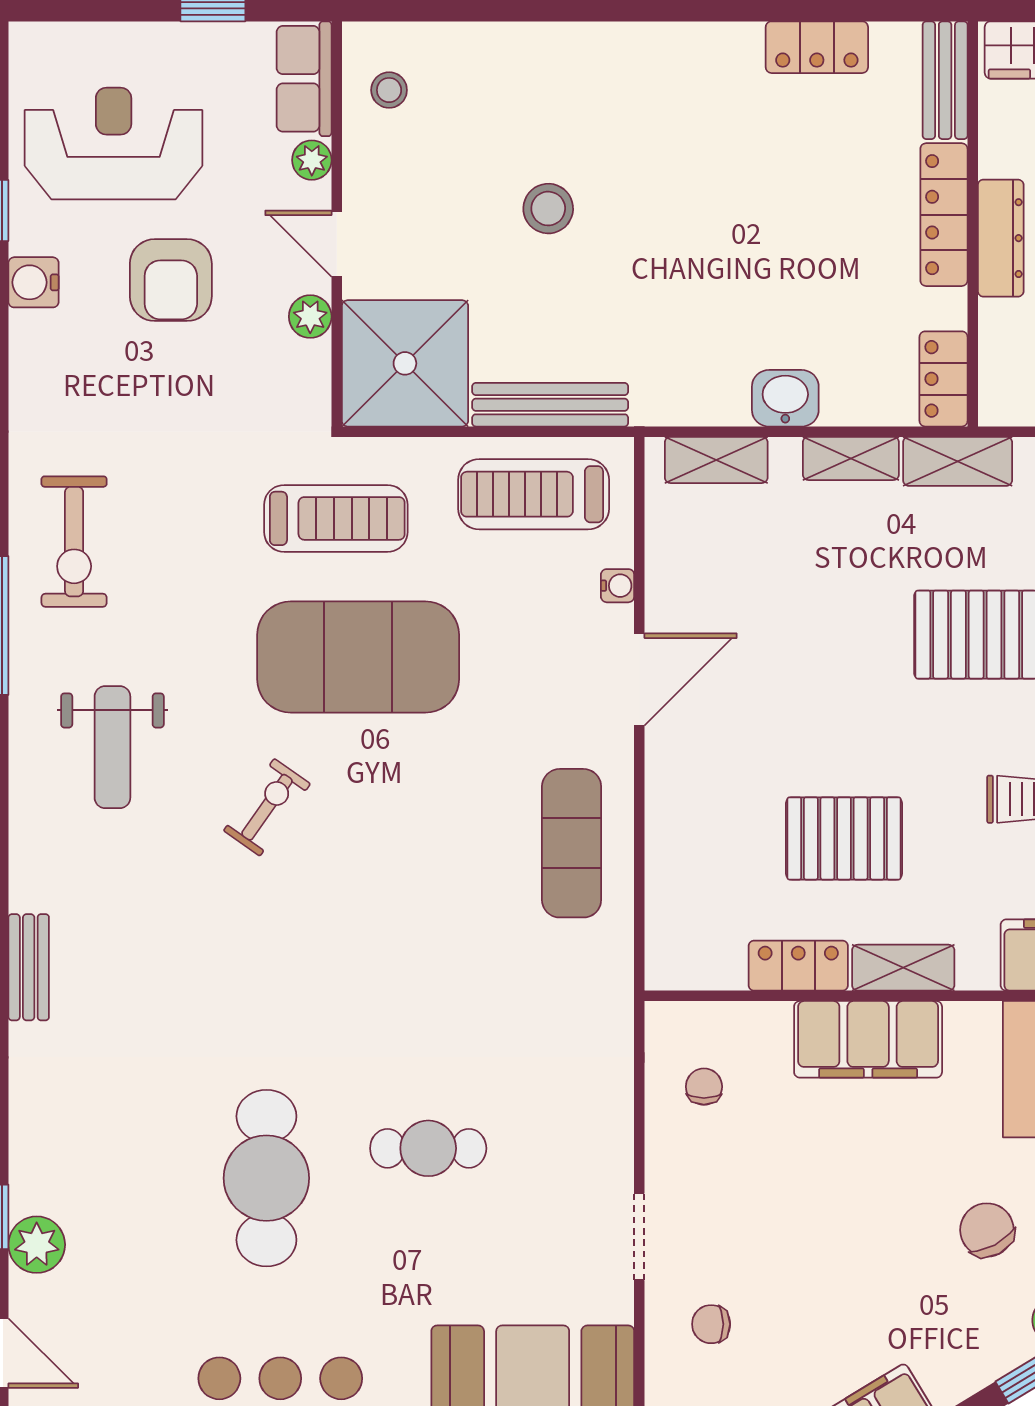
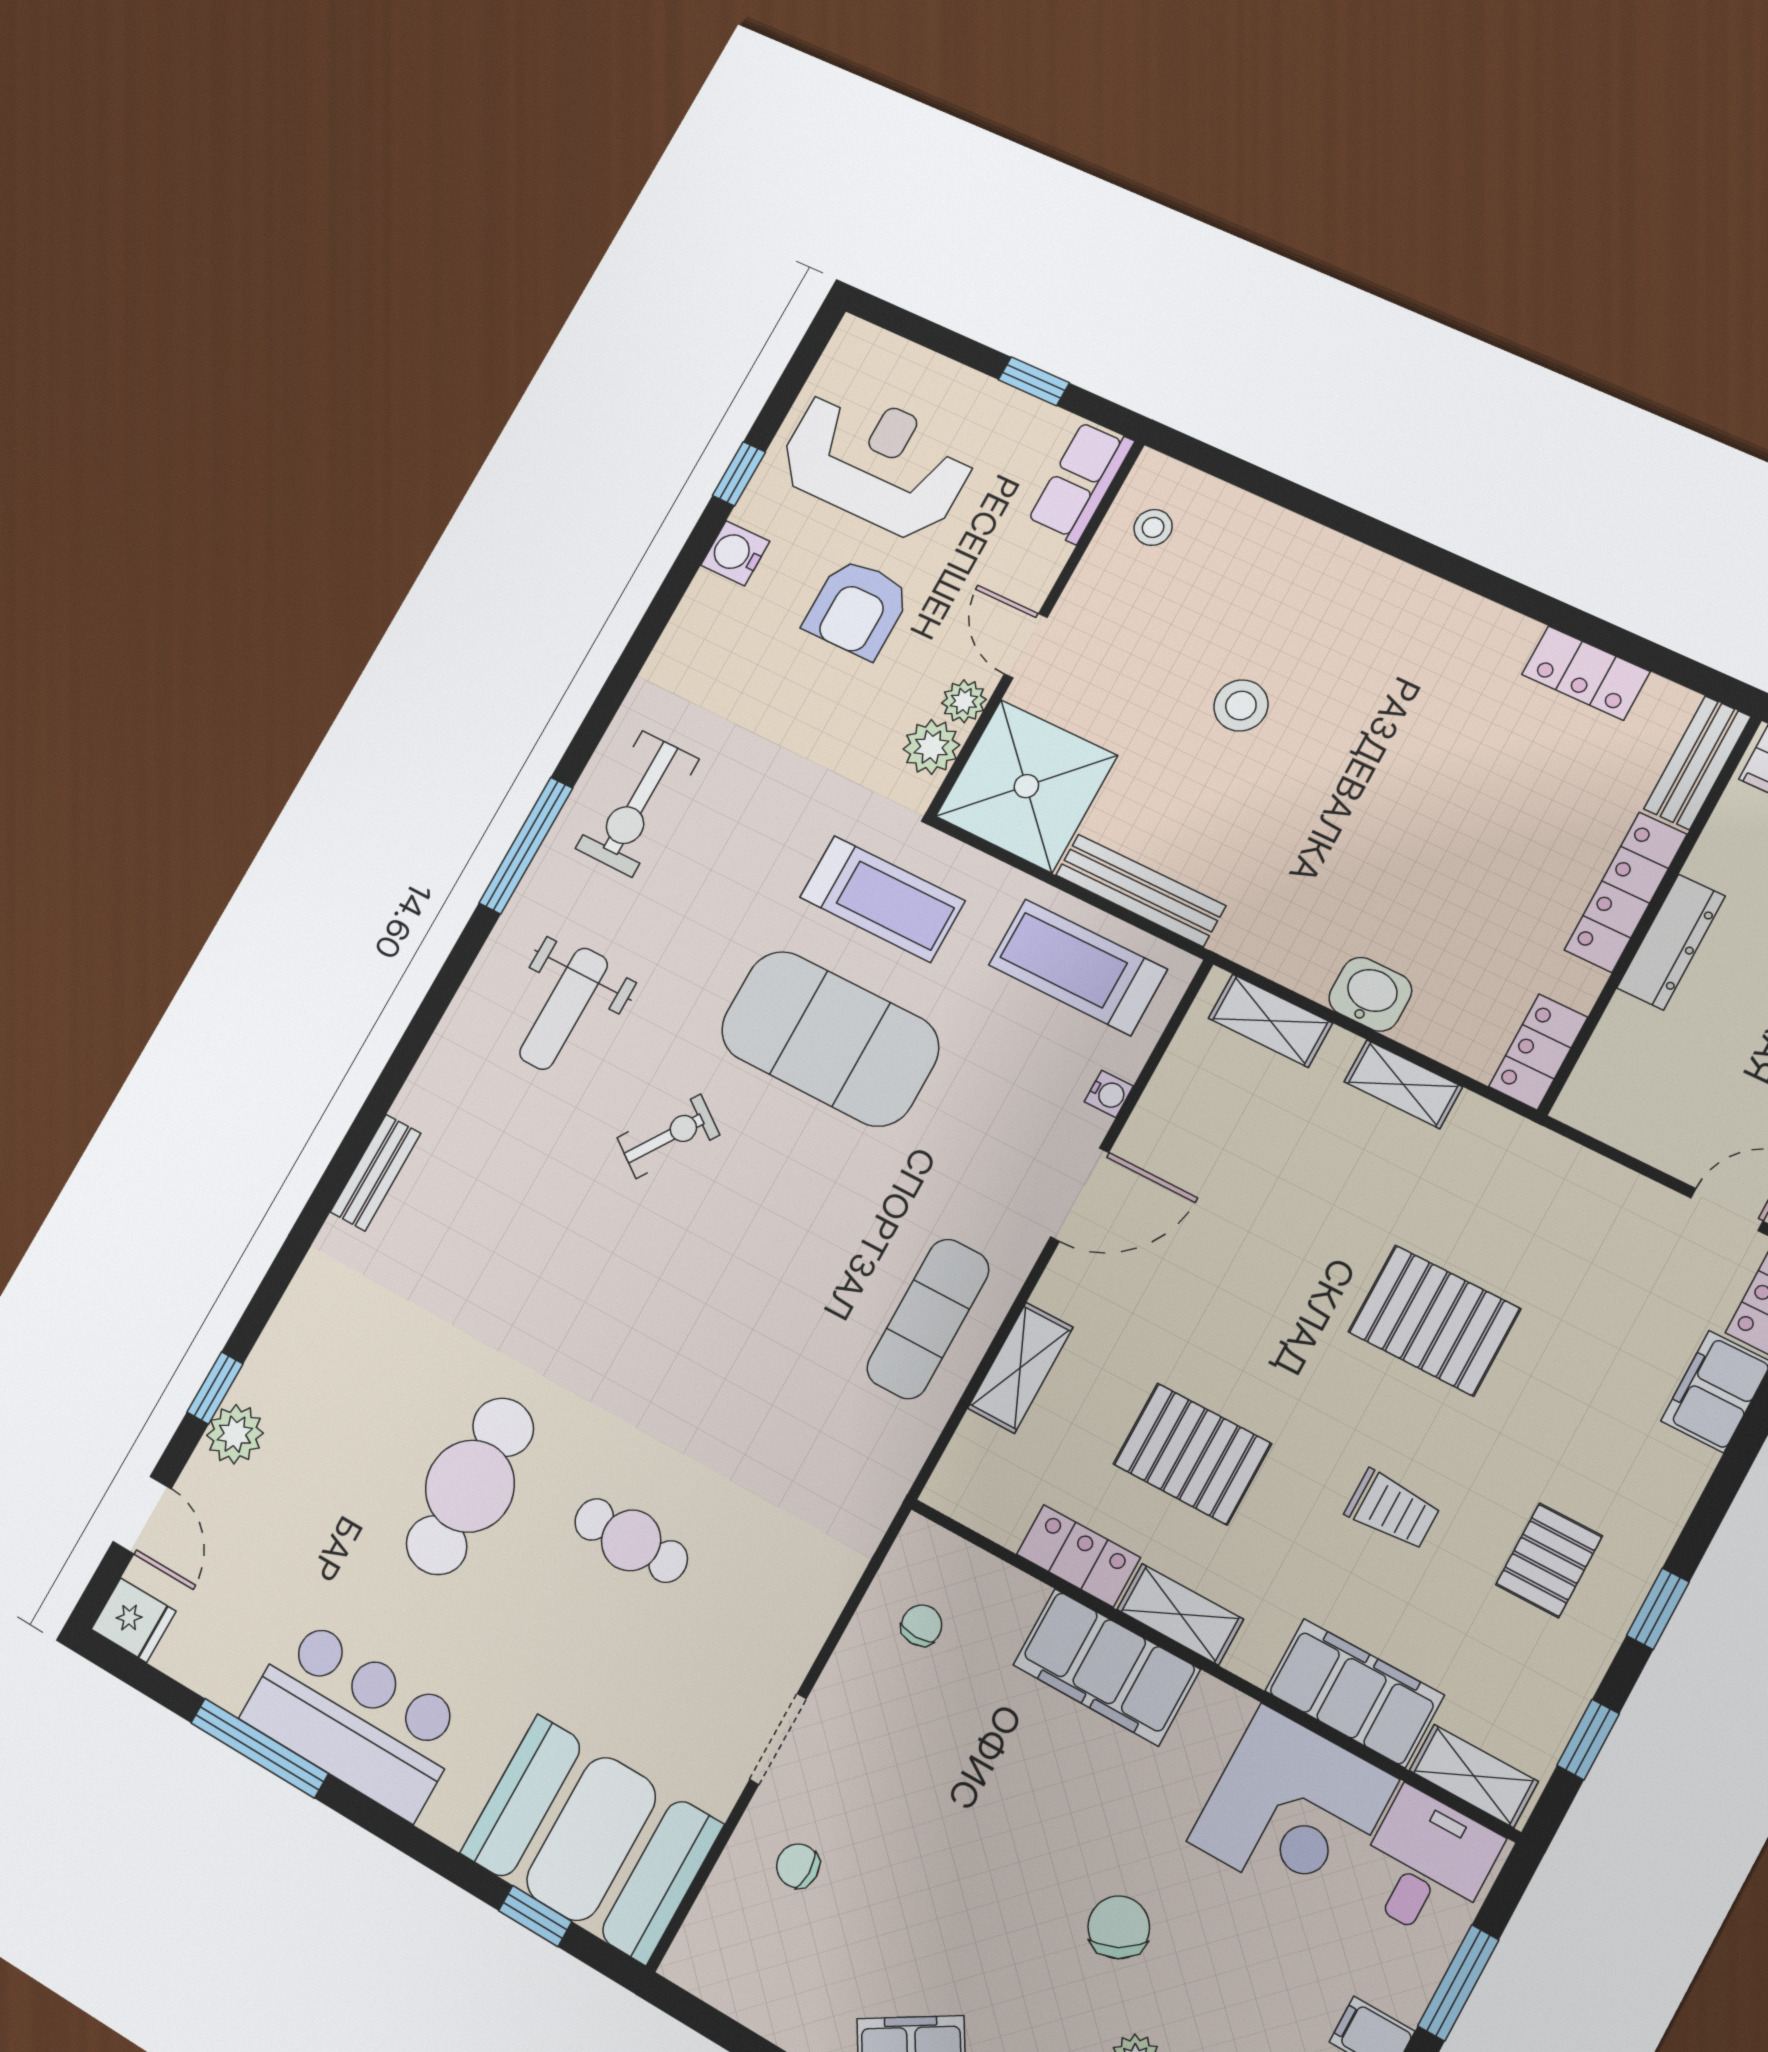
plant: (312, 160) -> (931, 747), moved, width x1.38, depth x1.38
shelving: (958, 461) -> (1020, 1368), moved, turned 90

